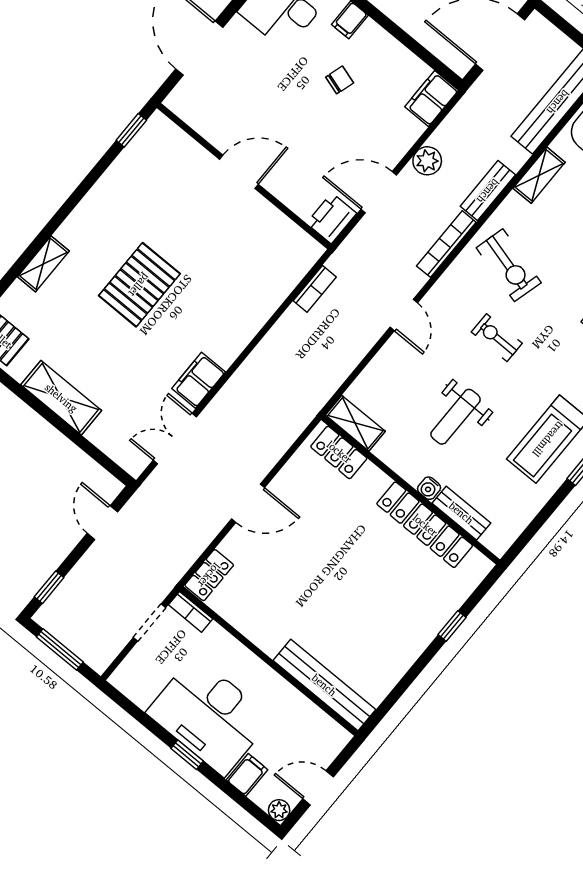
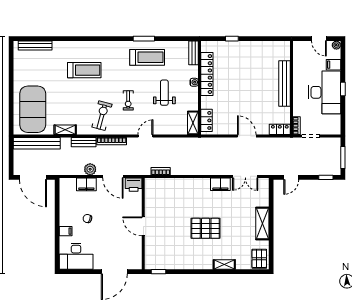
filing cabinet: (432, 98) -> (86, 184), moved
weight bench: (456, 417) -> (164, 93), turned -90
bench: (461, 513) -> (193, 53), moved
bench: (324, 685) -> (284, 84), moved

